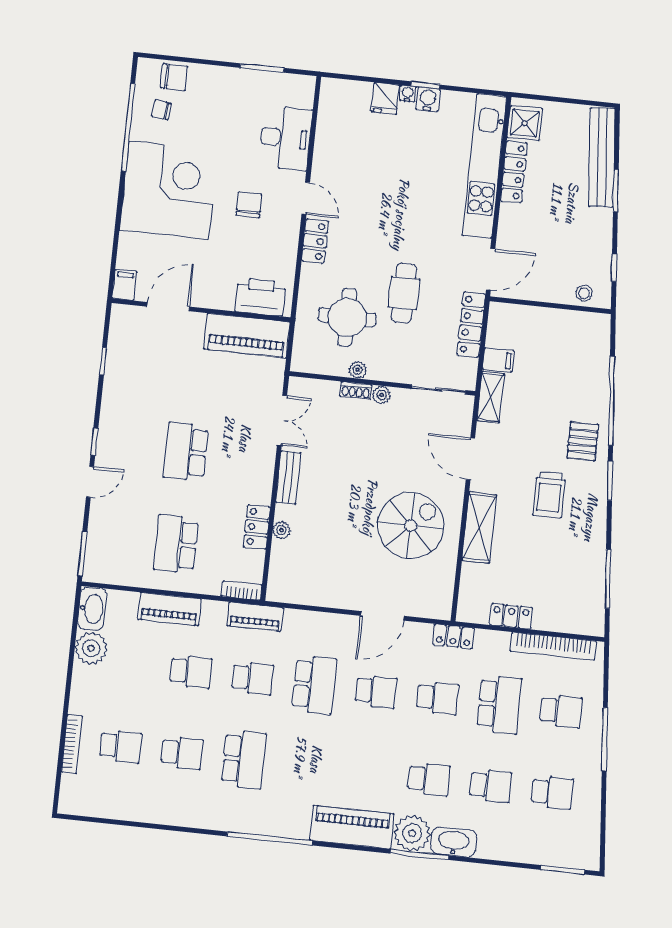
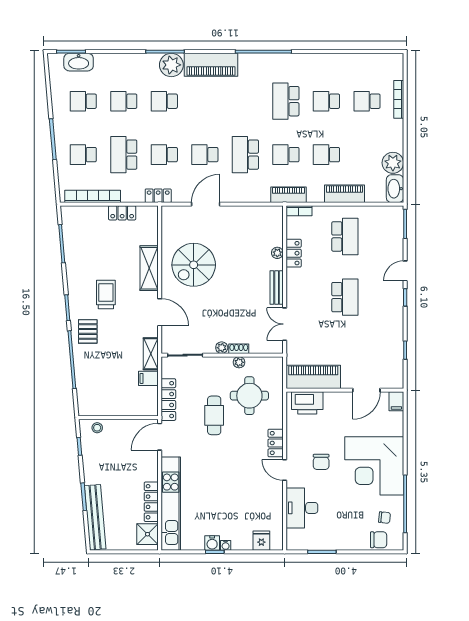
chair: (174, 77) -> (379, 540), turned 180
fridge: (385, 98) -> (261, 541), moved
washbasin: (454, 842) -> (79, 62), moved

